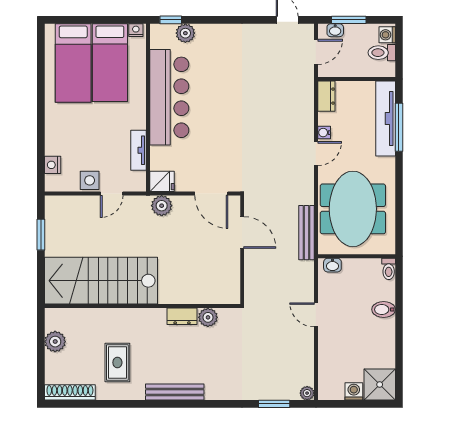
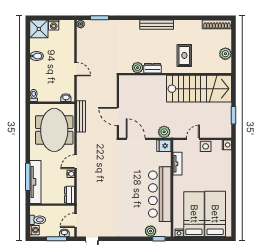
nightstand: (53, 165) -> (227, 145), moved
bidet: (384, 309) -> (37, 56), moved
rug: (117, 363) -> (184, 55), moved

